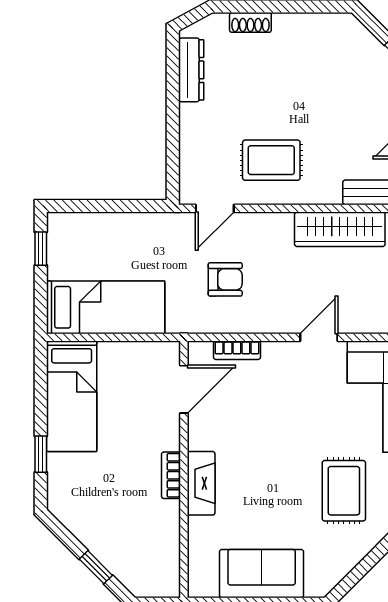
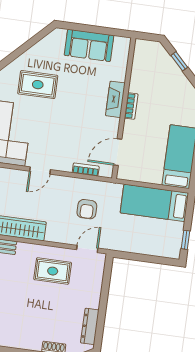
armchair: (225, 279) -> (87, 209), turned -90
rug: (344, 491) -> (38, 85), turned 90

